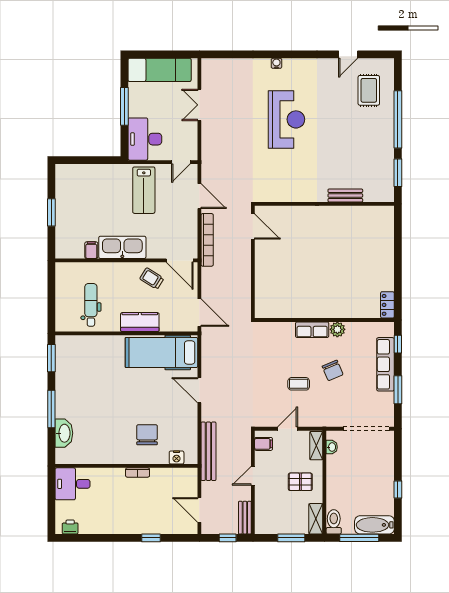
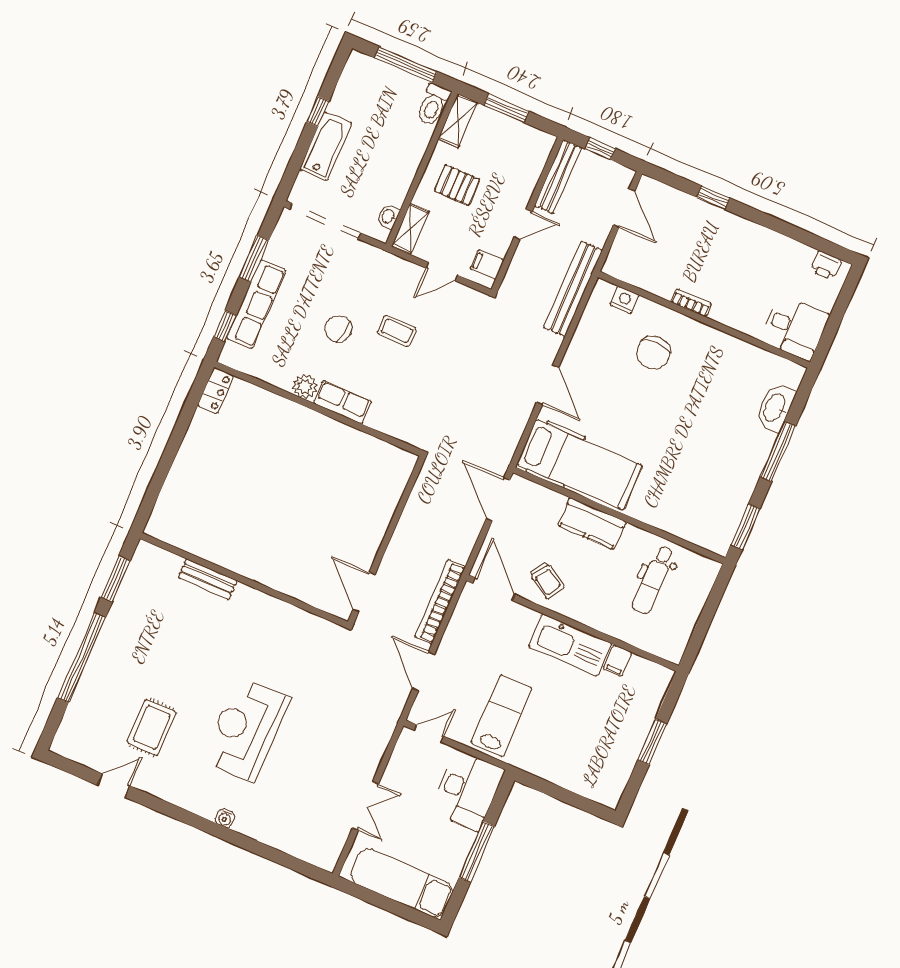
rug: (369, 90) -> (152, 727), moved
chair: (333, 370) -> (338, 329), turned -58
bench: (245, 518) -> (558, 176), width x1.36
bathtub: (374, 525) -> (326, 146), moved, turned -90

